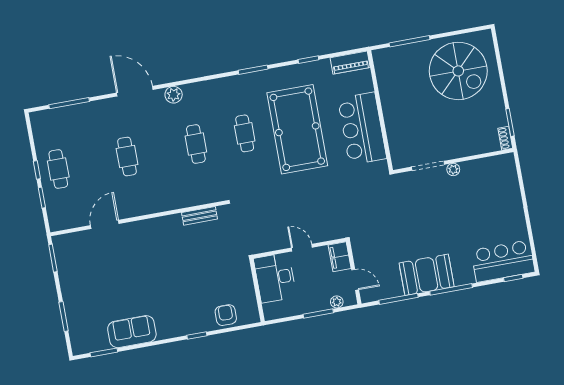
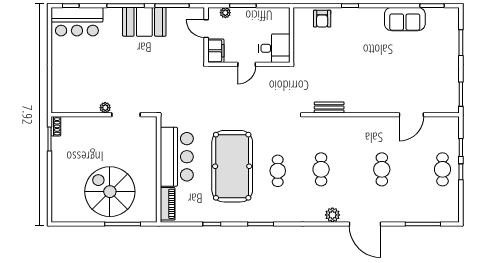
piano: (350, 63) -> (168, 204), moved, turned 90
spiral stairs: (458, 71) -> (110, 192), moved
door: (302, 248) -> (247, 64), hinge flipped
desk: (275, 278) -> (274, 48), width x0.73

